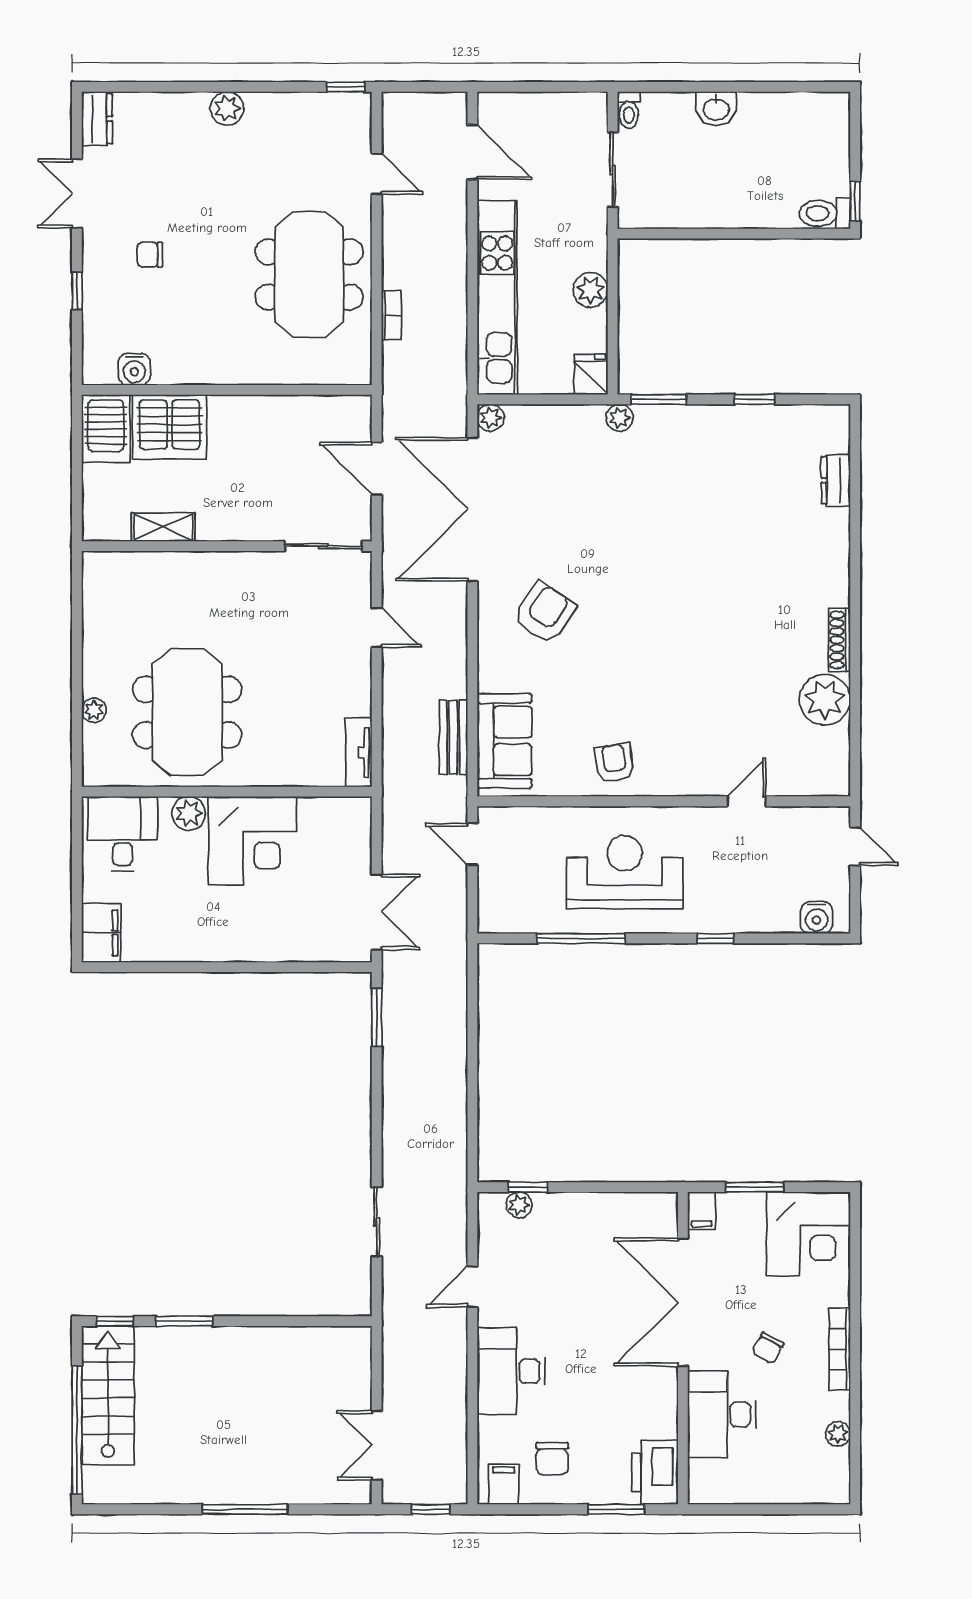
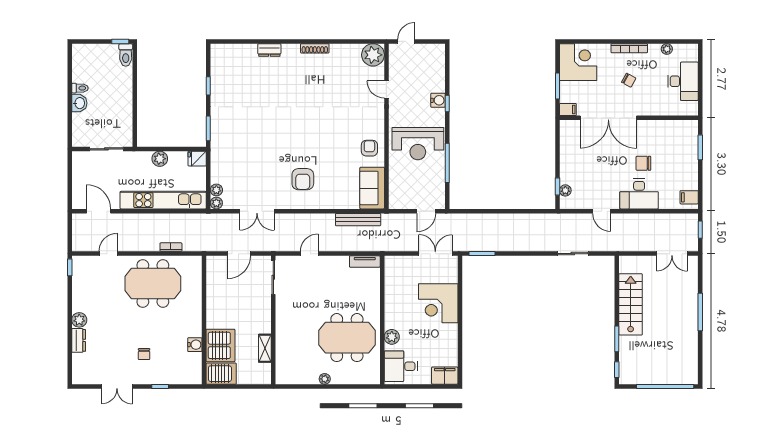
toilet: (629, 110) -> (80, 88), moved
dresser: (97, 119) -> (79, 340), moved, turned 90
door: (472, 152) -> (99, 211), hinge flipped
water cooler: (134, 369) -> (195, 345), moved
plant: (619, 418) -> (216, 190), moved
dresser: (836, 480) -> (269, 50), moved
double door: (472, 509) -> (257, 211), width x0.54
armchair: (544, 613) -> (303, 179), turned -124
plant: (825, 700) -> (373, 55), moved
plant: (94, 710) -> (325, 379), moved
bench: (453, 737) -> (358, 220), width x1.36
sofa: (505, 741) -> (372, 188), moved, turned -90
armchair: (614, 763) -> (369, 148), turned 98
corner desk: (252, 841) -> (438, 303), moved, turned 180
door: (472, 844) -> (426, 211), moved
reception desk: (625, 872) -> (418, 144), turned -90
water cooler: (817, 918) -> (438, 100), moved
stairs: (108, 1395) -> (631, 304), moved, turned 90
desk: (722, 1414) -> (683, 81), moved, turned -90
chair: (552, 1459) -> (643, 163), moved, turned 180
printer: (655, 1472) -> (684, 130), removed

